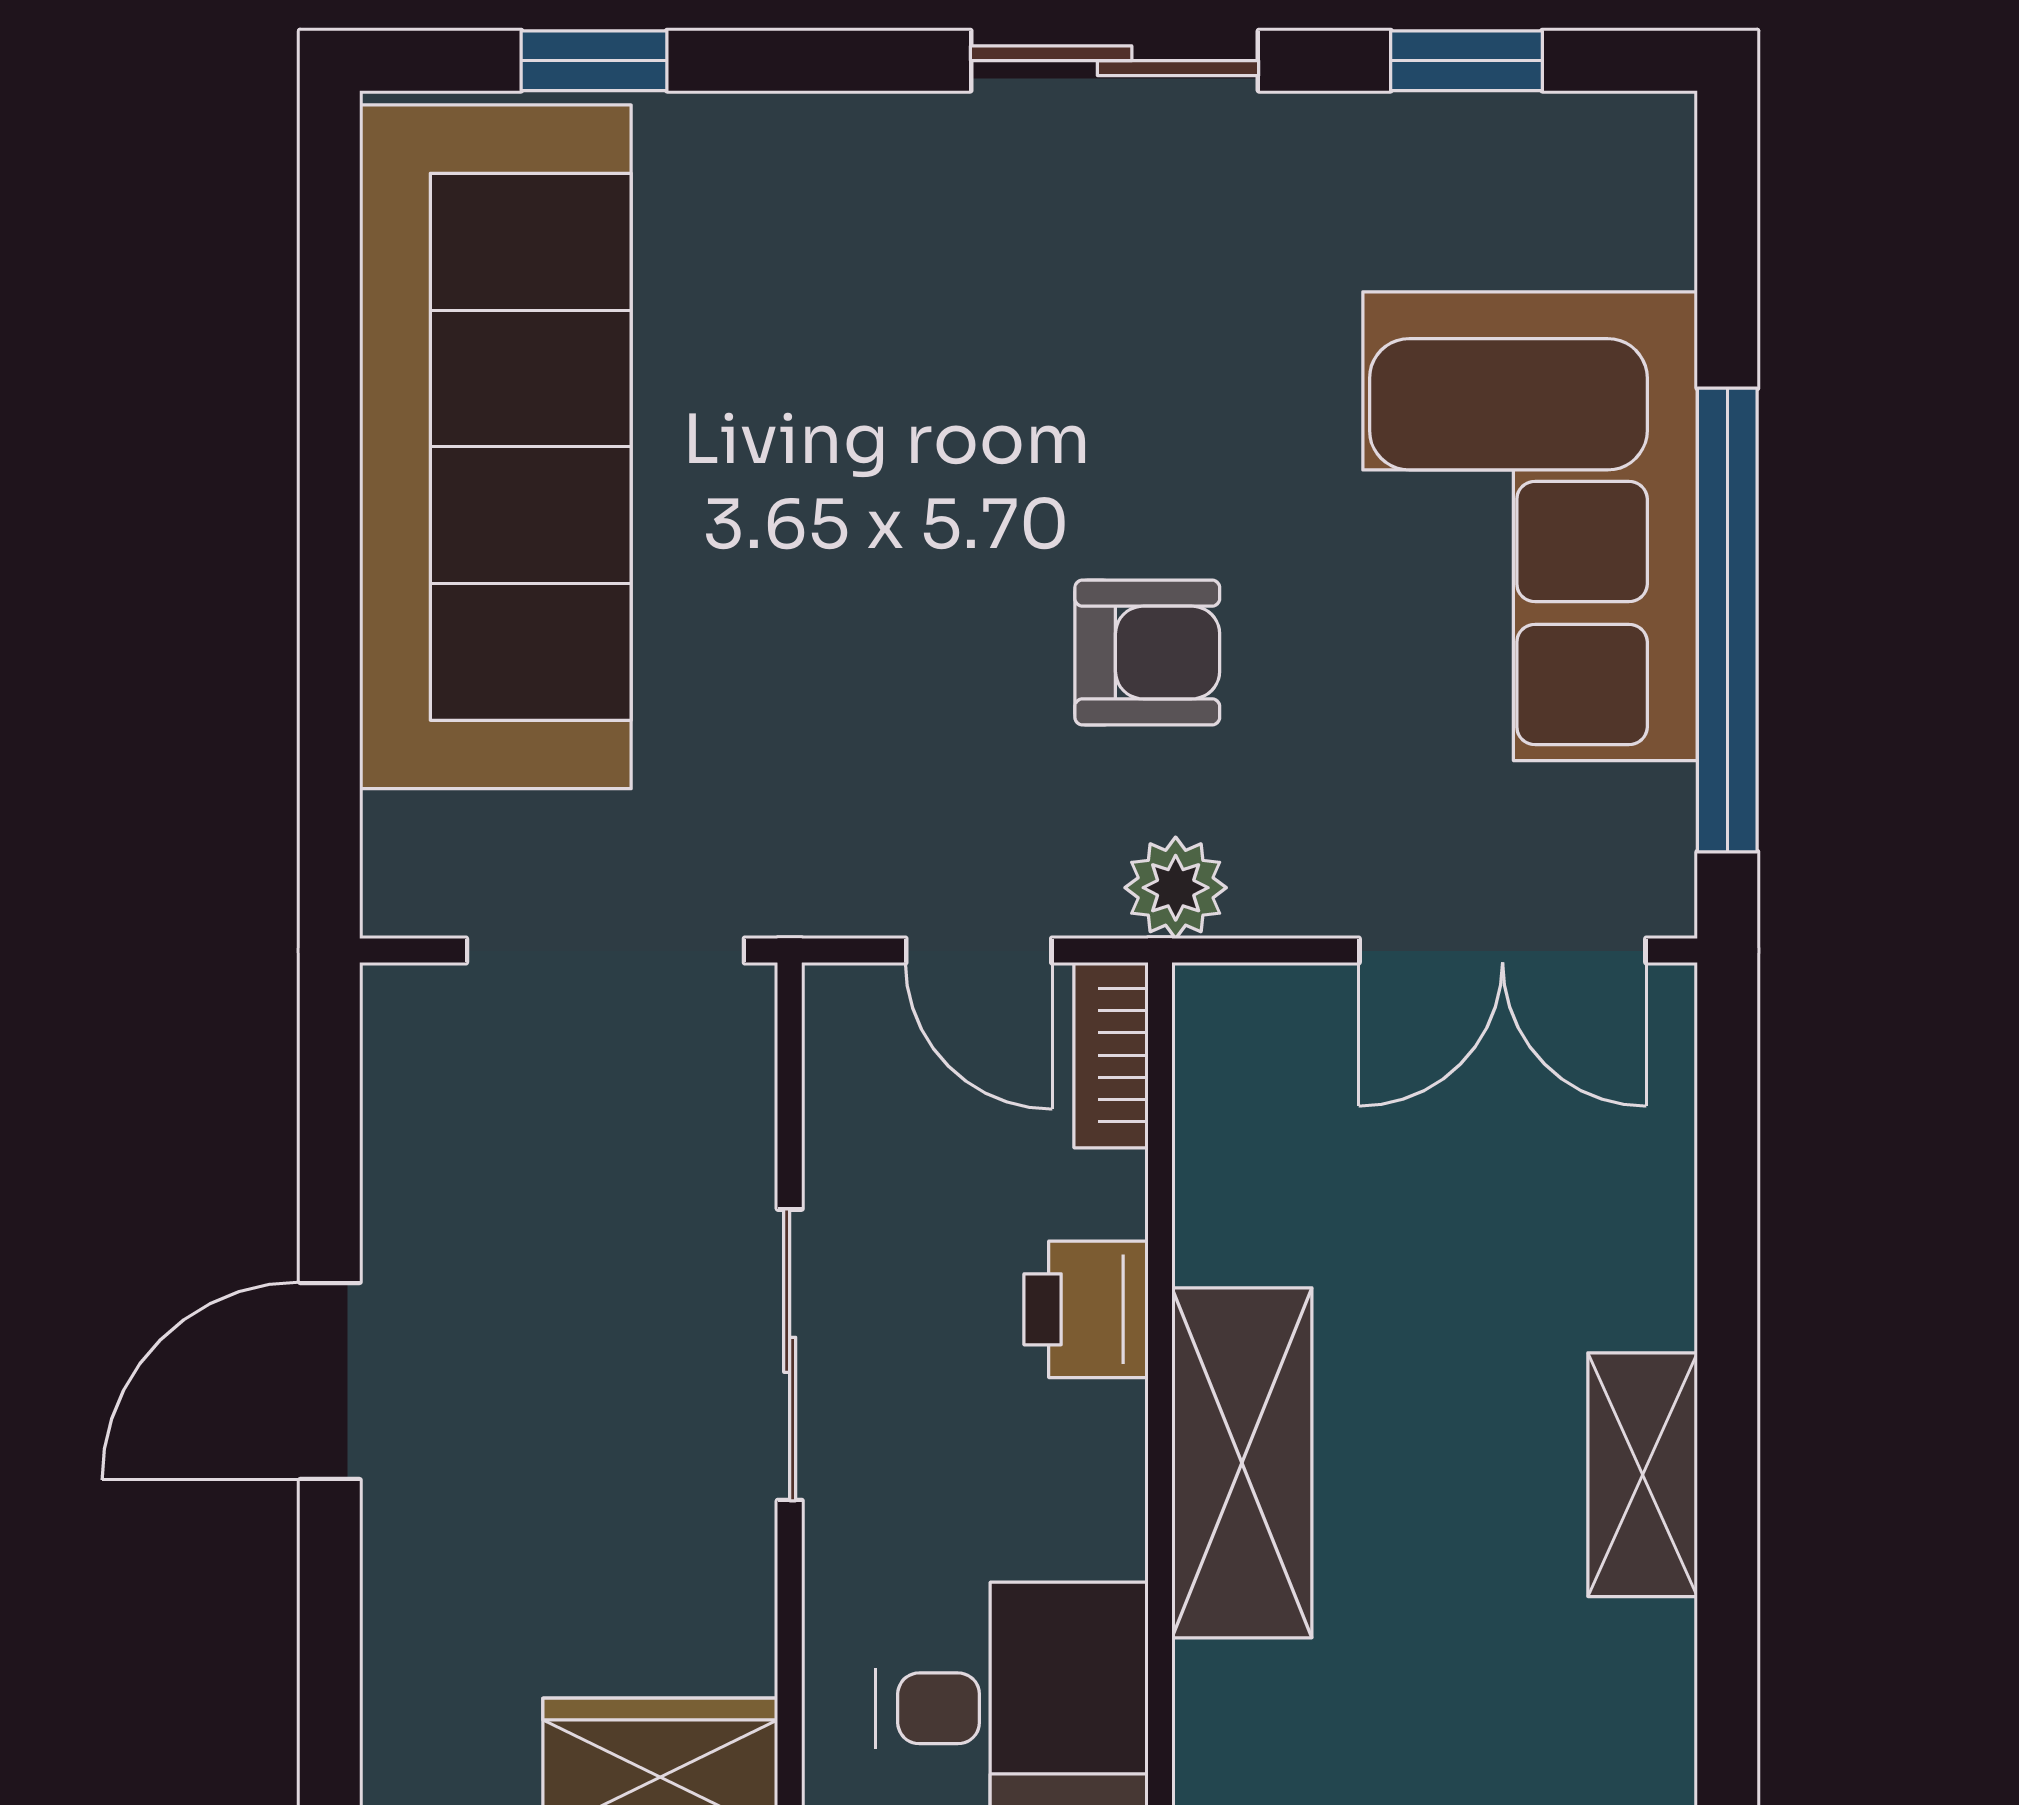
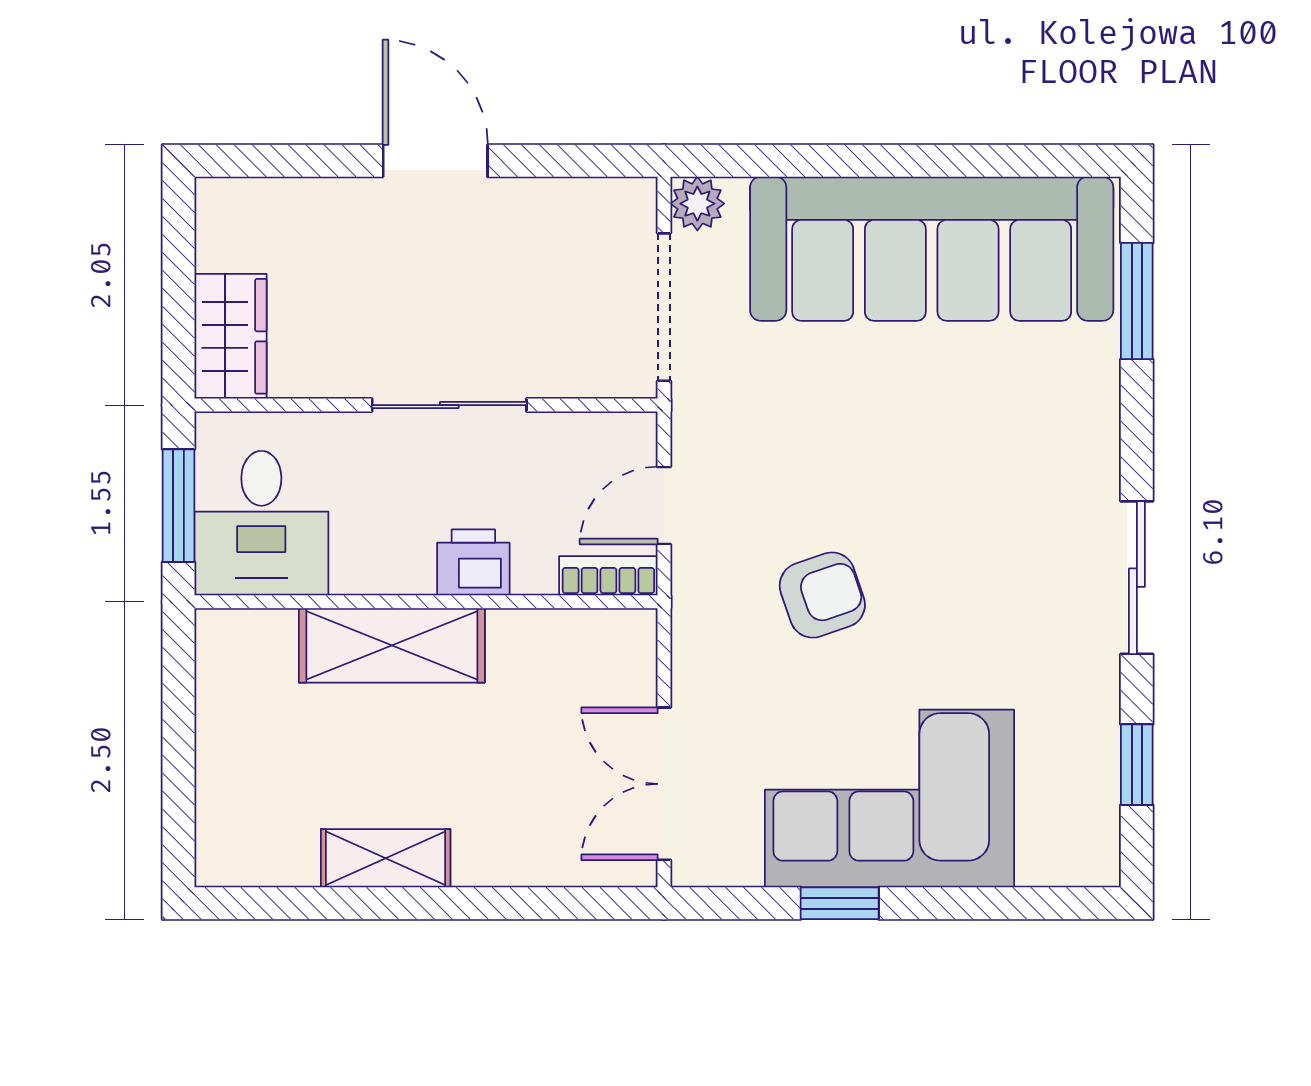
window: (594, 61) -> (1137, 301), width x1.50
window: (1727, 620) -> (840, 903), width x0.32
armchair: (1147, 653) -> (822, 595), turned -109
plant: (1176, 888) -> (697, 204), moved

